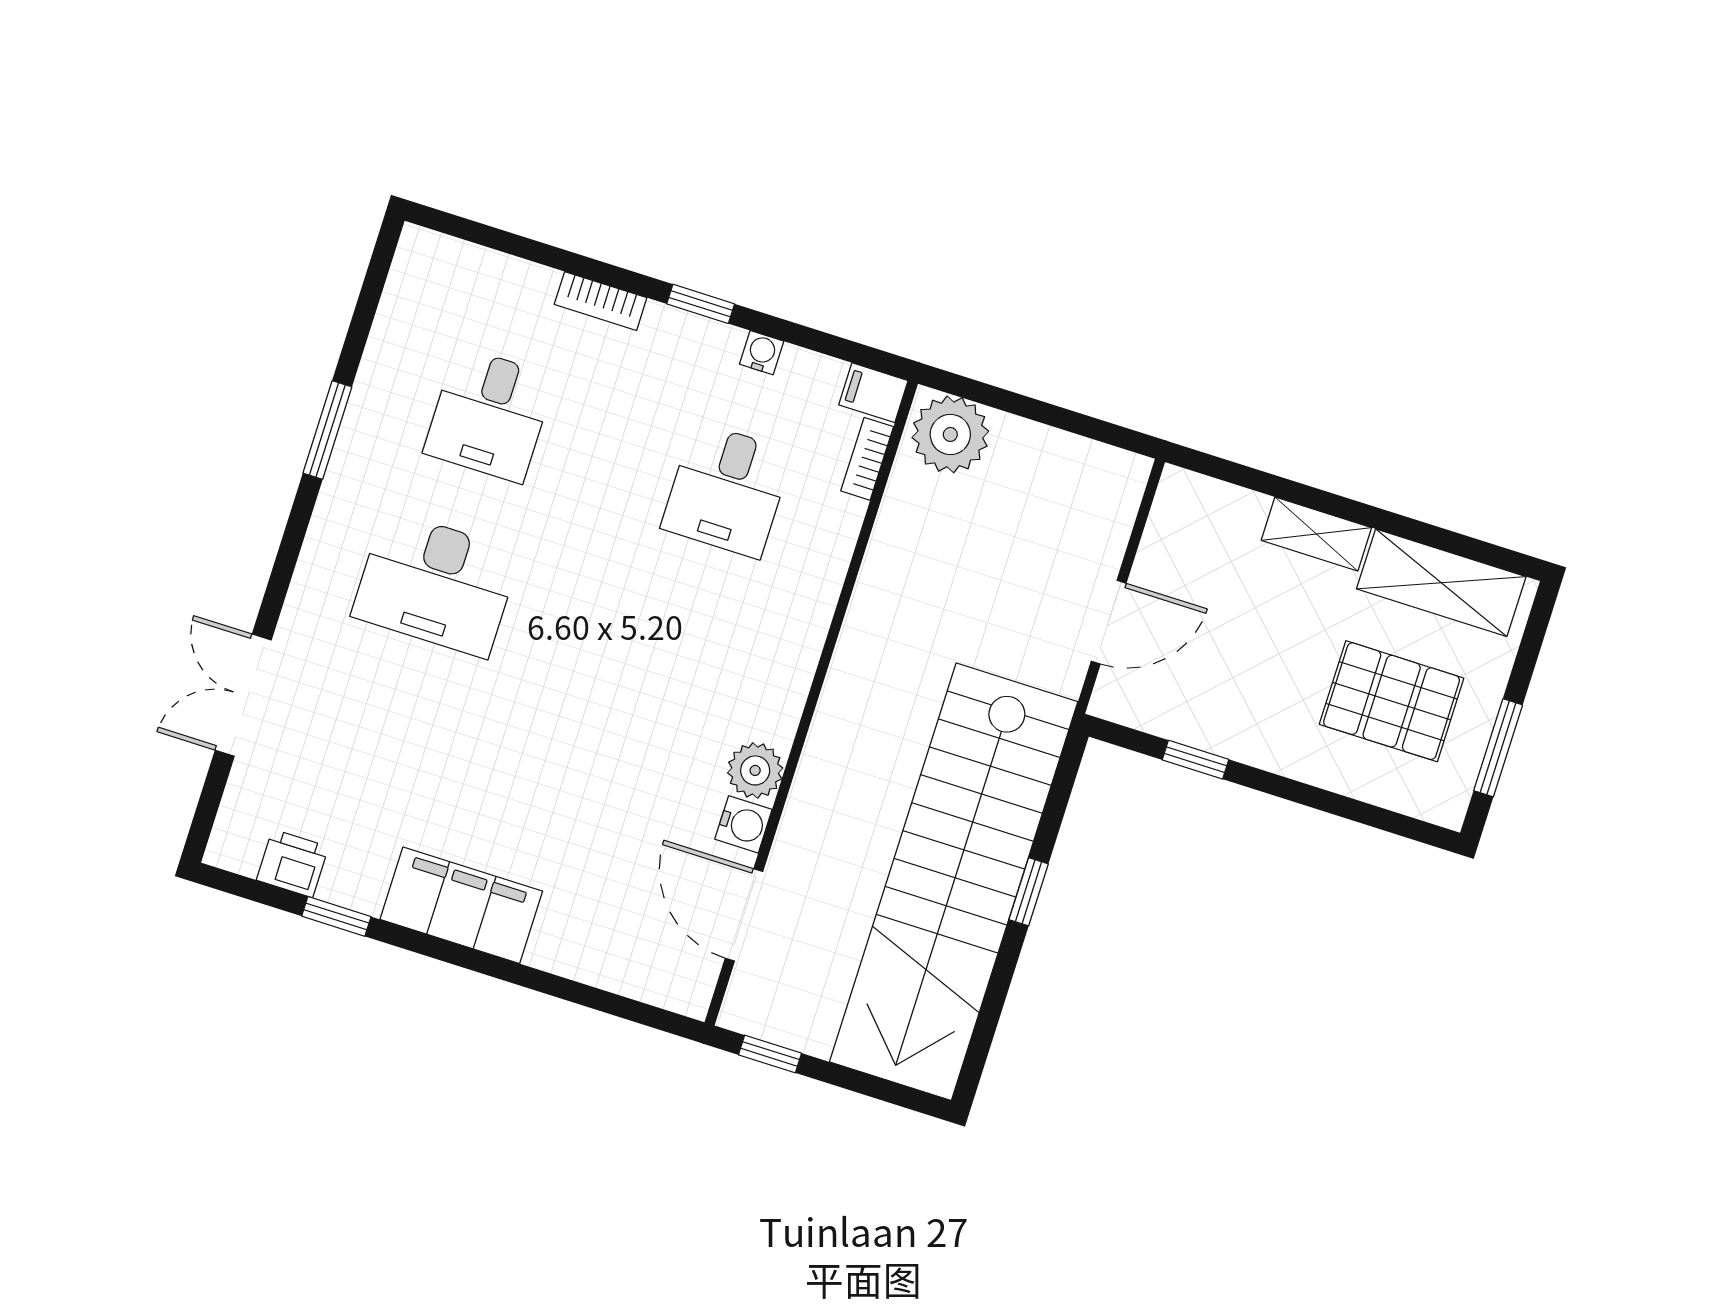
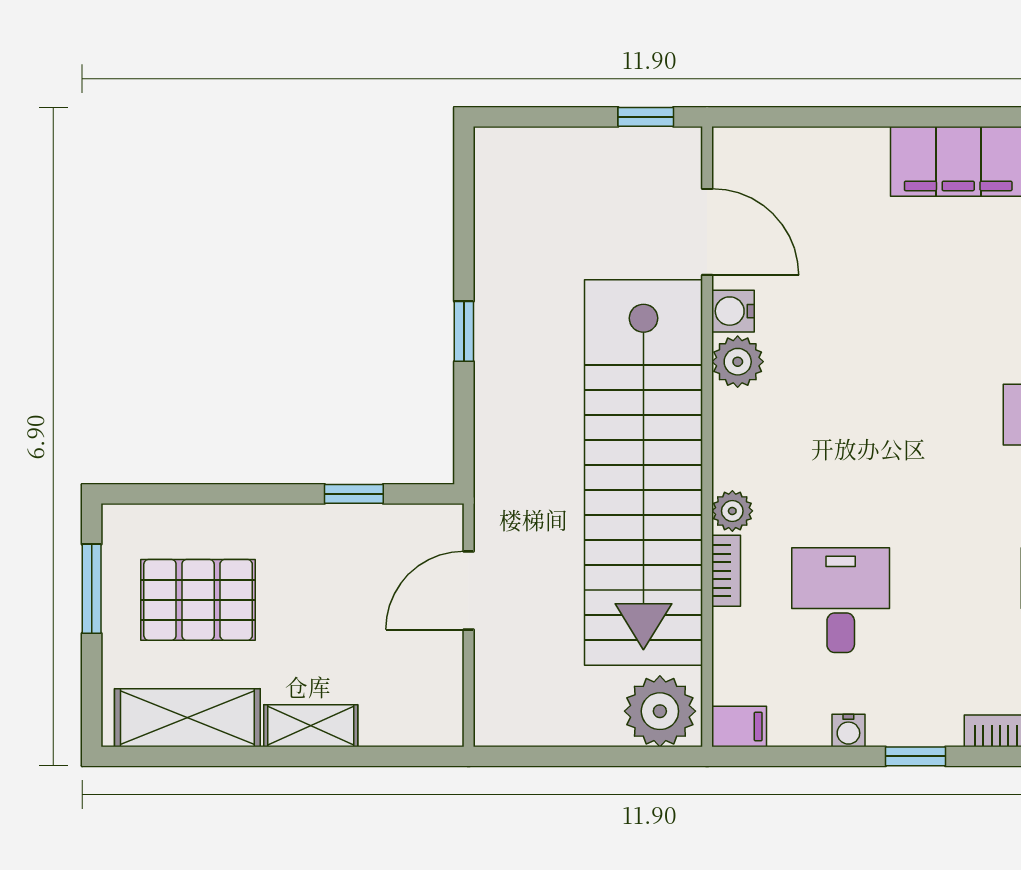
bookcase: (867, 459) -> (726, 571), moved
plant: (810, 618) -> (732, 511), added
stairs: (954, 882) -> (643, 472), moved, turned 180

